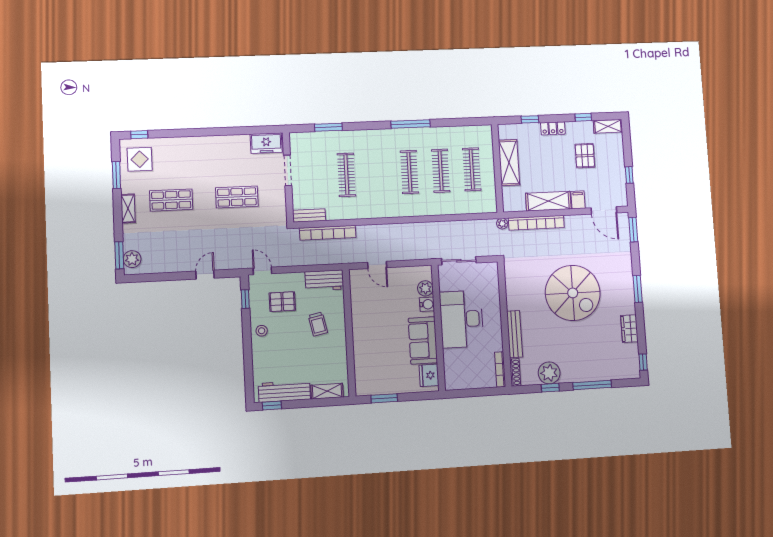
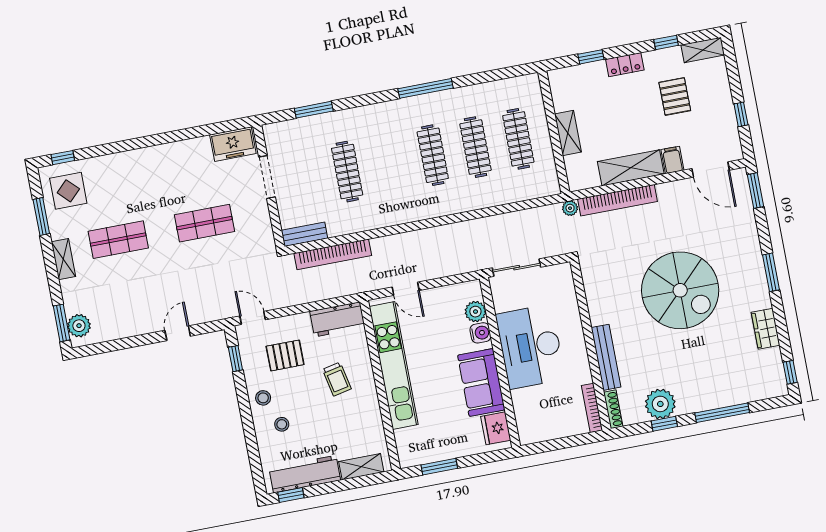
shelving: (509, 163) -> (568, 133), width x0.67, depth x0.75
kitchen unit: (361, 320) -> (394, 365), added
stool: (273, 352) -> (282, 424), added

